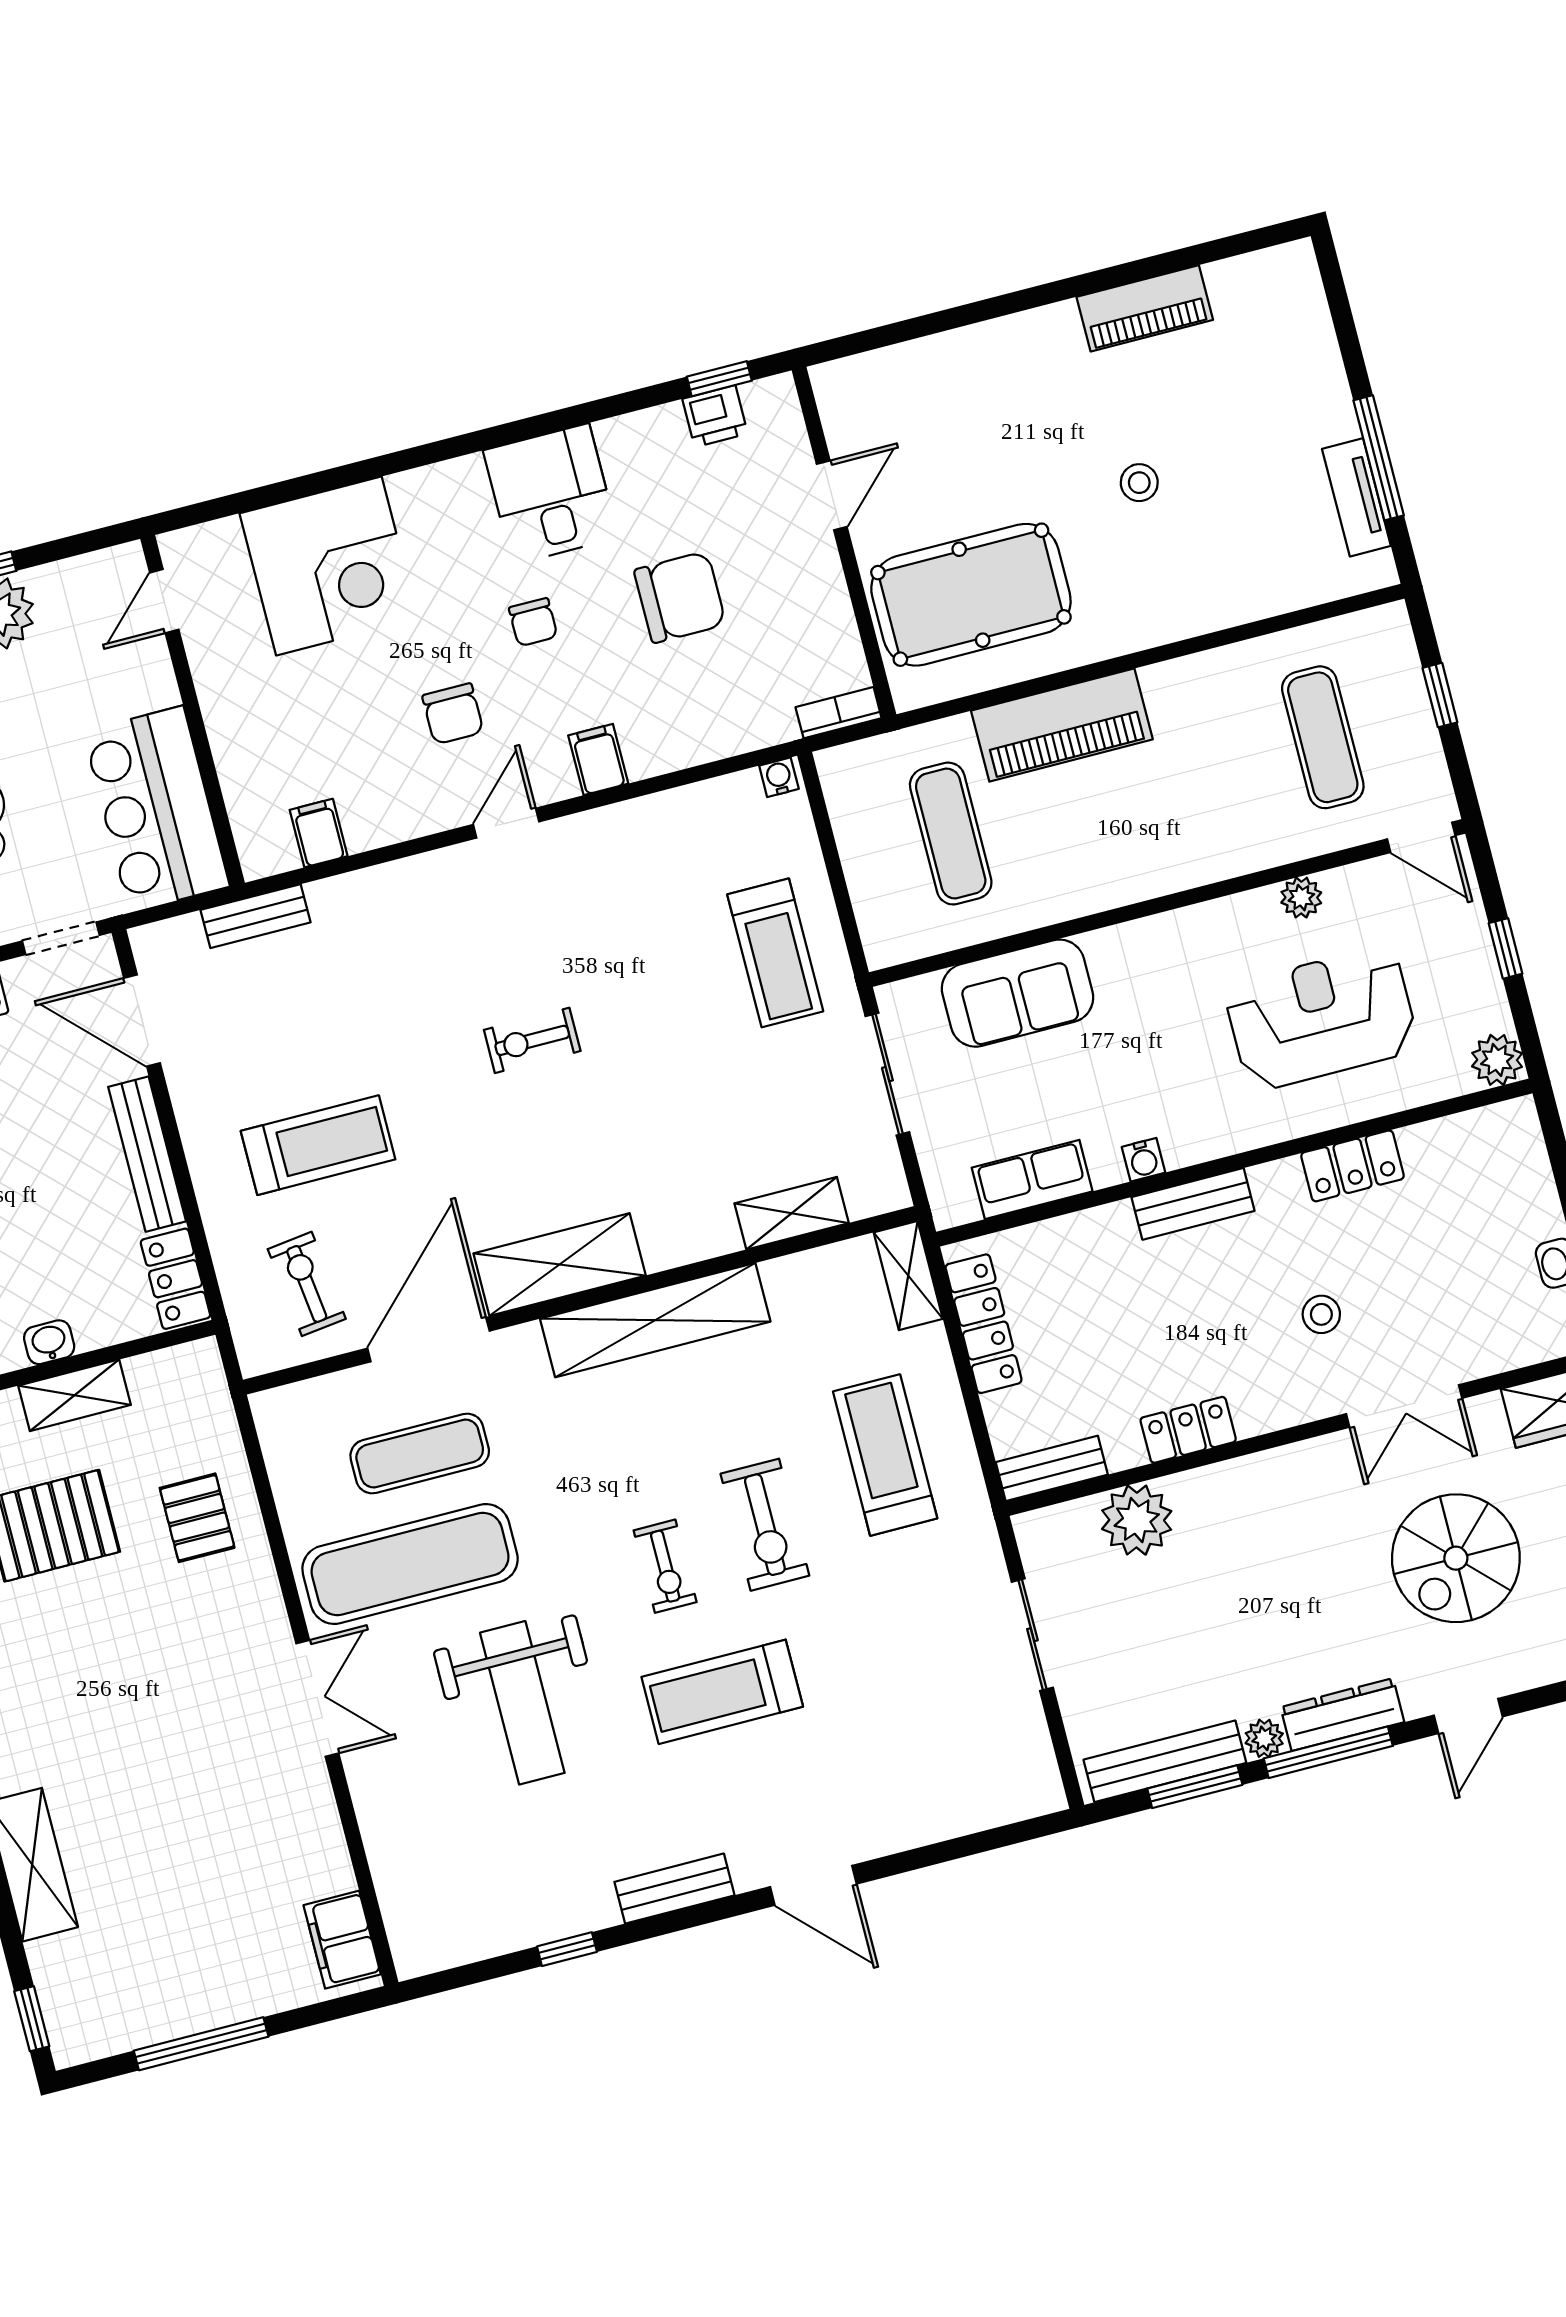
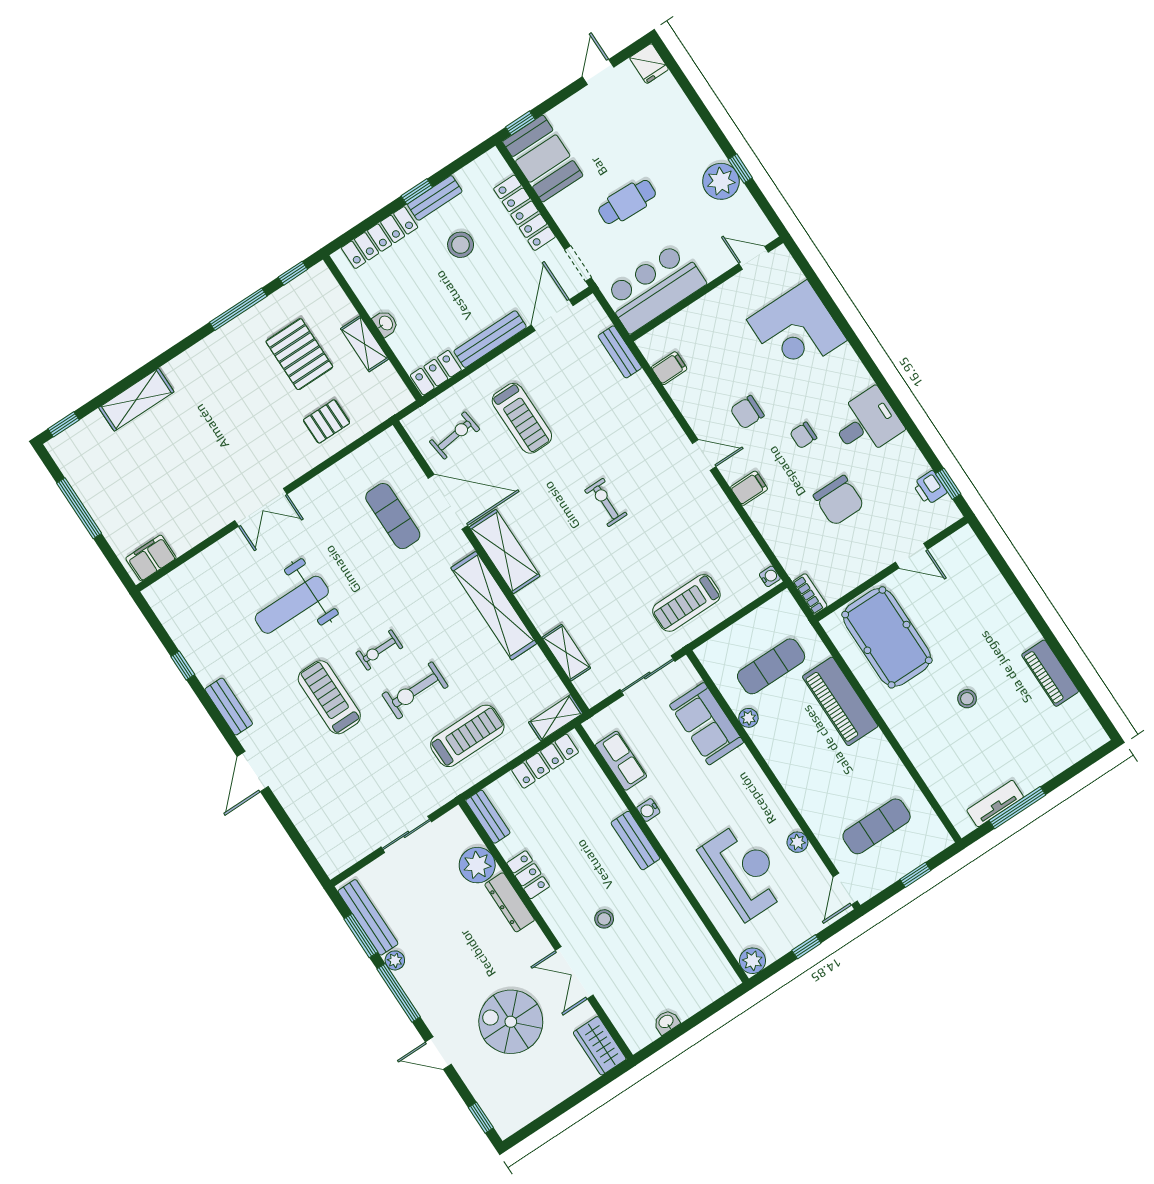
plant: (1034, 910) -> (748, 718), added
locker: (1352, 1166) -> (679, 910), removed
exercise mat: (410, 1564) -> (339, 529), removed
dresser: (1342, 1715) -> (510, 902), moved, turned 180

